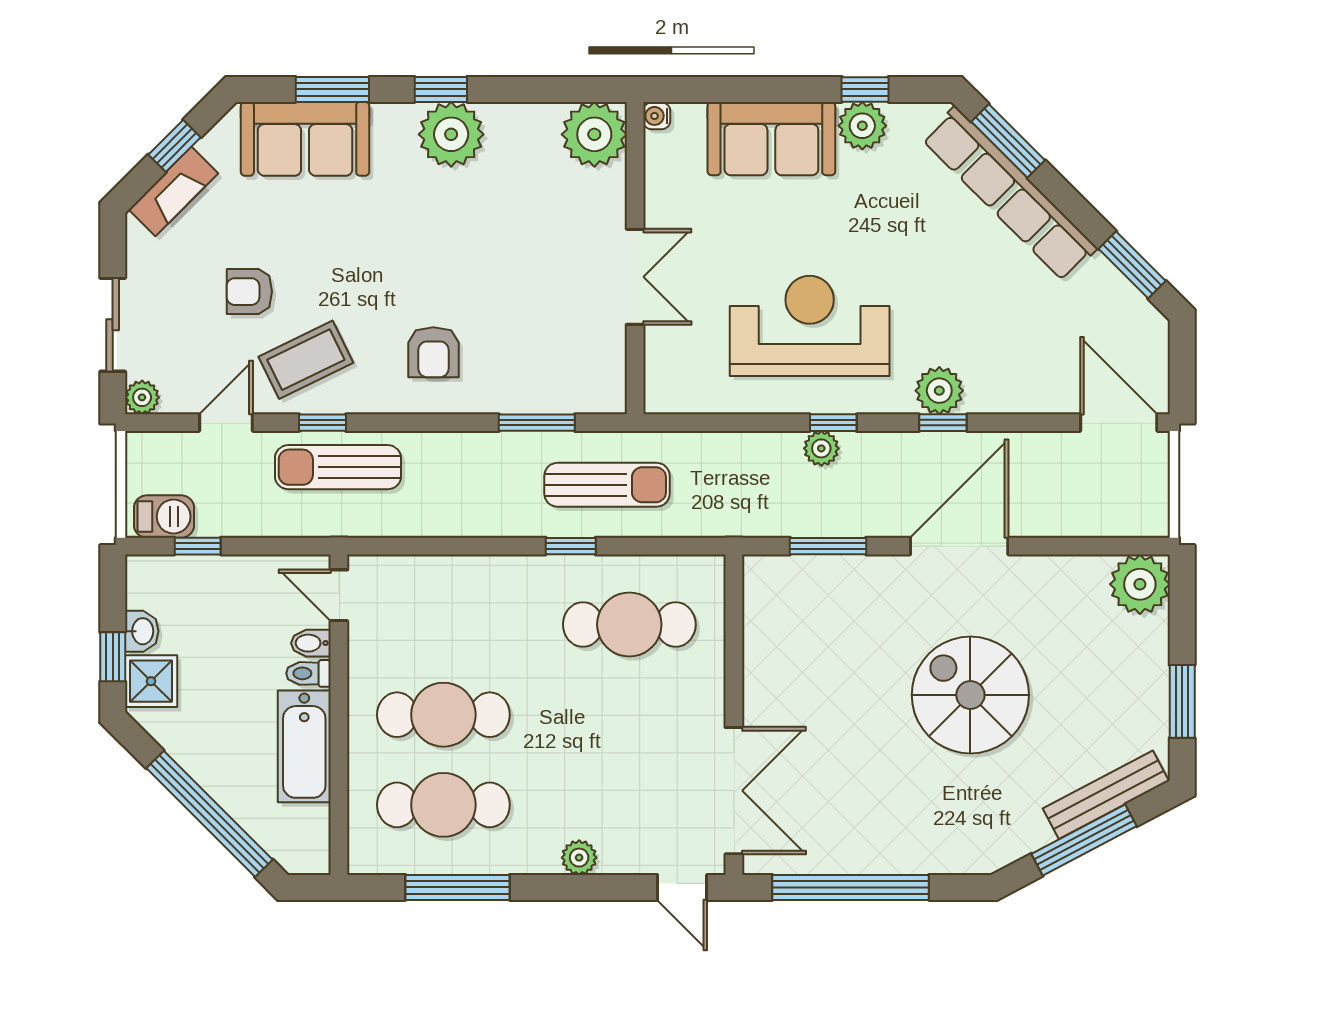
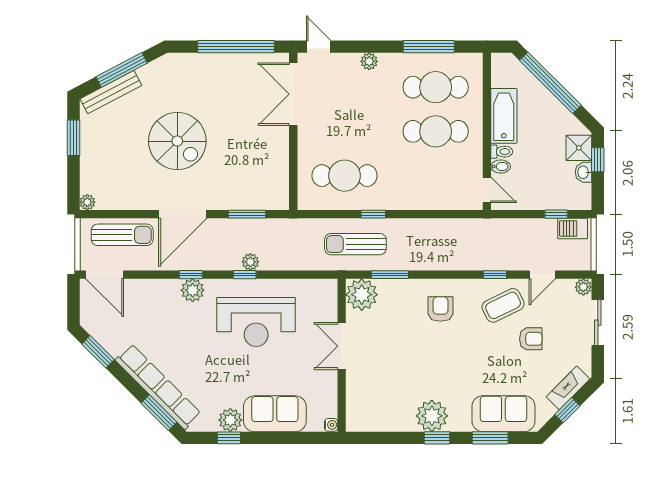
plant: (594, 134) -> (362, 295), moved
sun lounger: (338, 467) -> (122, 235), moved
plant: (1140, 584) -> (87, 202), width x0.53, depth x0.53

